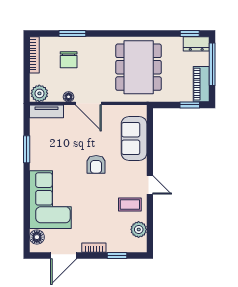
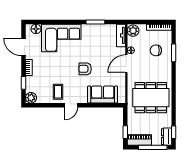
plant: (139, 229) -> (31, 98), moved

